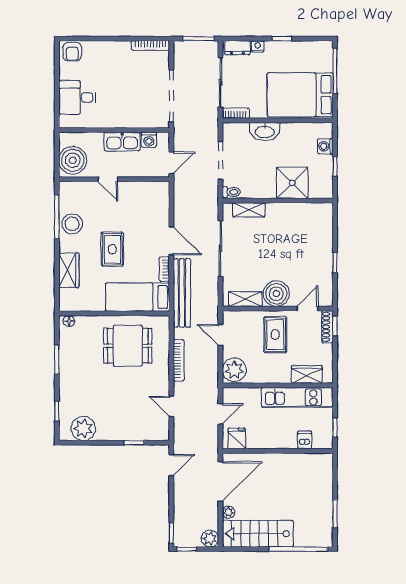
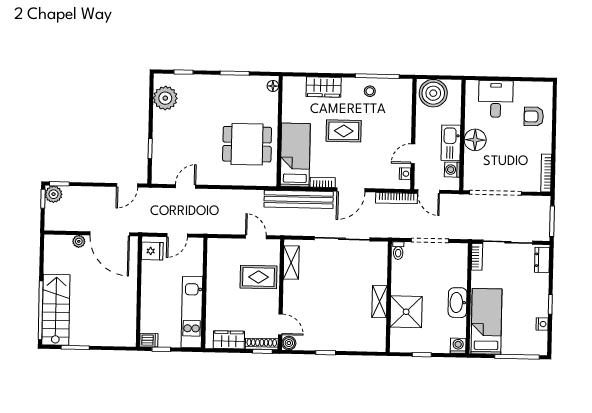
nightstand: (258, 46) -> (542, 324), moved
armchair: (72, 52) -> (534, 116), moved
bed: (300, 95) -> (486, 321), width x0.67
floor lamp: (119, 117) -> (475, 140), added
washbasin: (265, 132) -> (458, 303), moved
washing machine: (325, 146) -> (458, 346), moved
door: (108, 179) -> (413, 154), moved
nightstand: (154, 187) -> (405, 174), added
shelving: (249, 210) -> (379, 302), moved
stool: (72, 224) -> (370, 91), width x0.53, depth x0.53
boiler: (276, 294) -> (289, 343), moved, width x0.54, depth x0.54
door: (220, 335) -> (256, 237), hinge flipped
rug: (275, 335) -> (259, 277), moved
dining table: (128, 346) -> (247, 144), turned 90
bookcase: (179, 360) -> (397, 198), moved
plant: (234, 370) -> (221, 250), removed
wardrobe: (307, 375) -> (229, 340), moved, turned -90
door: (220, 414) -> (177, 235), hinge flipped
dishwasher: (305, 440) -> (149, 340), moved
door: (171, 465) -> (127, 185), hinge flipped
stairs: (258, 534) -> (56, 310), moved
plant: (210, 539) -> (54, 194), moved

